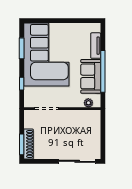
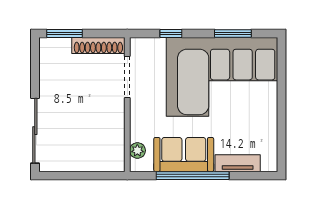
shoe rack: (28, 144) -> (98, 45), moved

